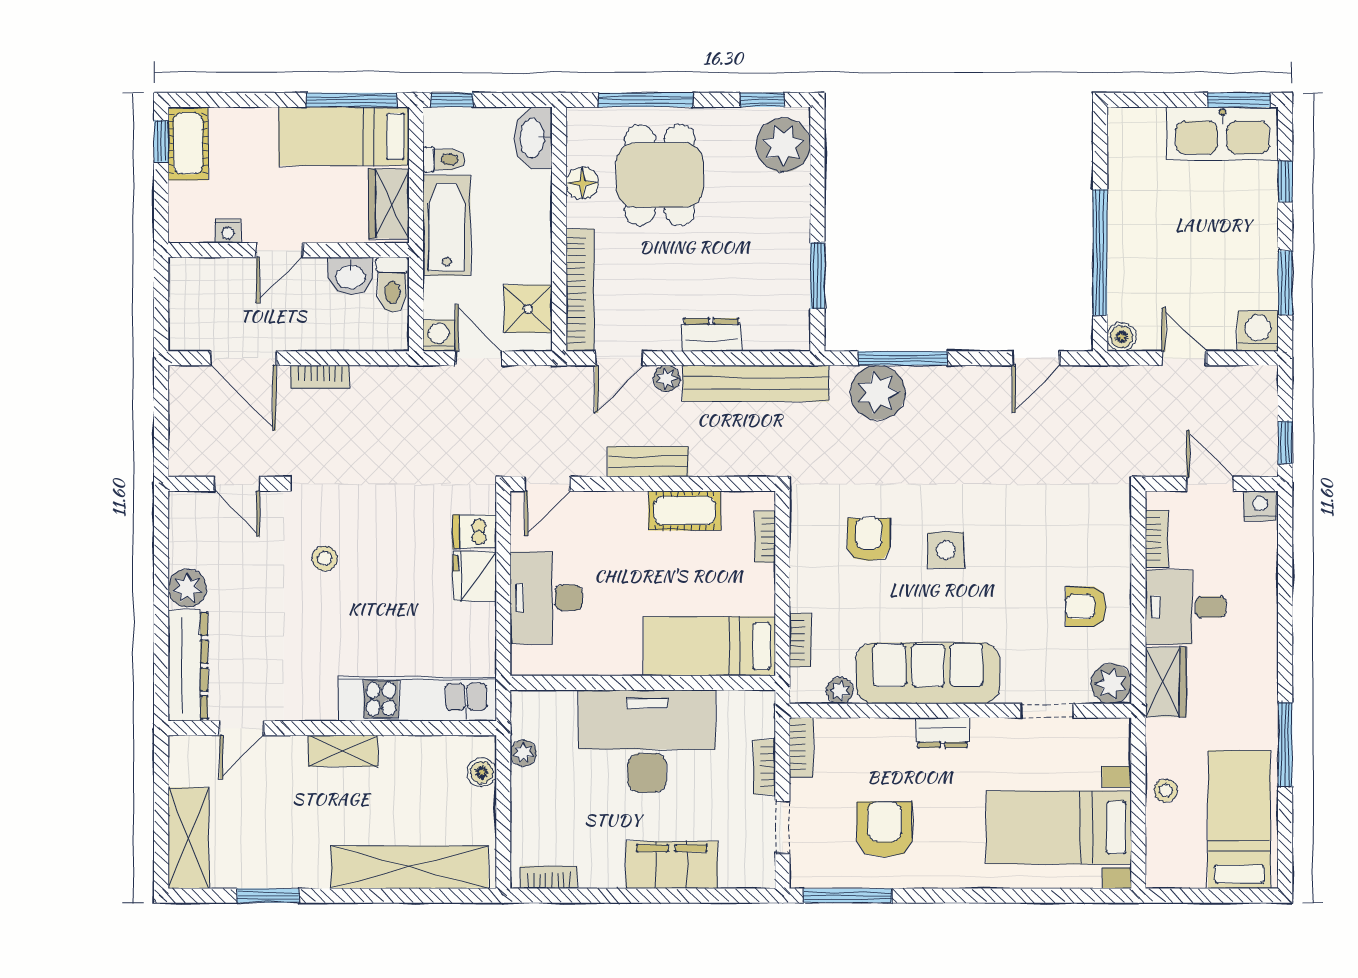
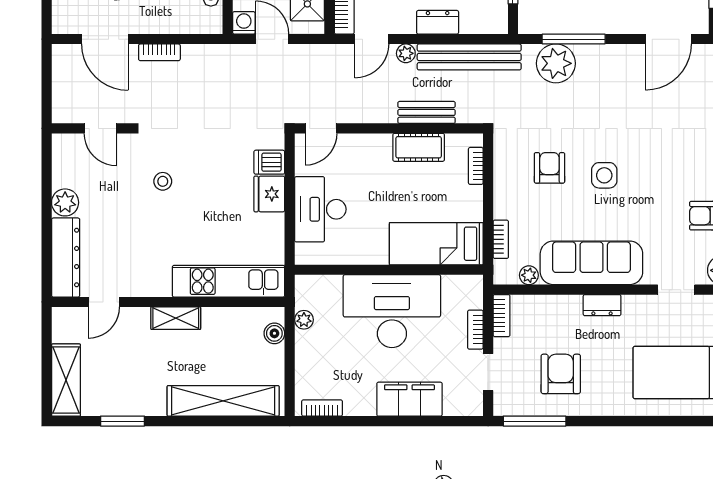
door: (1036, 358) -> (668, 39), width x1.38
bench: (648, 461) -> (427, 112), moved

